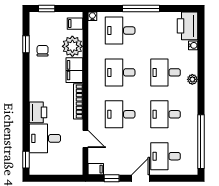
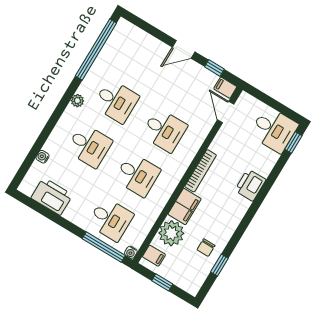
window: (47, 9) -> (162, 282), moved
window: (141, 9) -> (104, 247), moved
printer: (188, 26) -> (52, 196), moved, turned -90
plant: (192, 79) -> (77, 101), moved
desk: (45, 138) -> (274, 130), moved
door: (85, 139) -> (226, 112), moved
desk: (166, 156) -> (143, 57), removed

